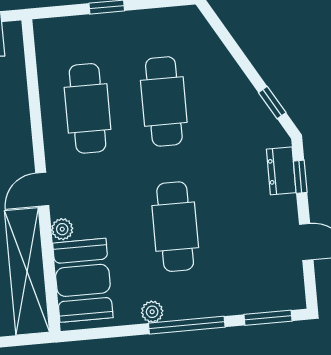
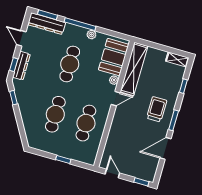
dresser: (281, 171) -> (21, 66), width x1.44
dresser: (262, 297) -> (47, 24), added

